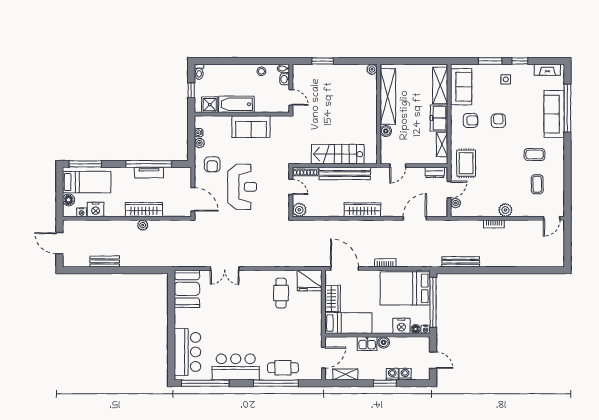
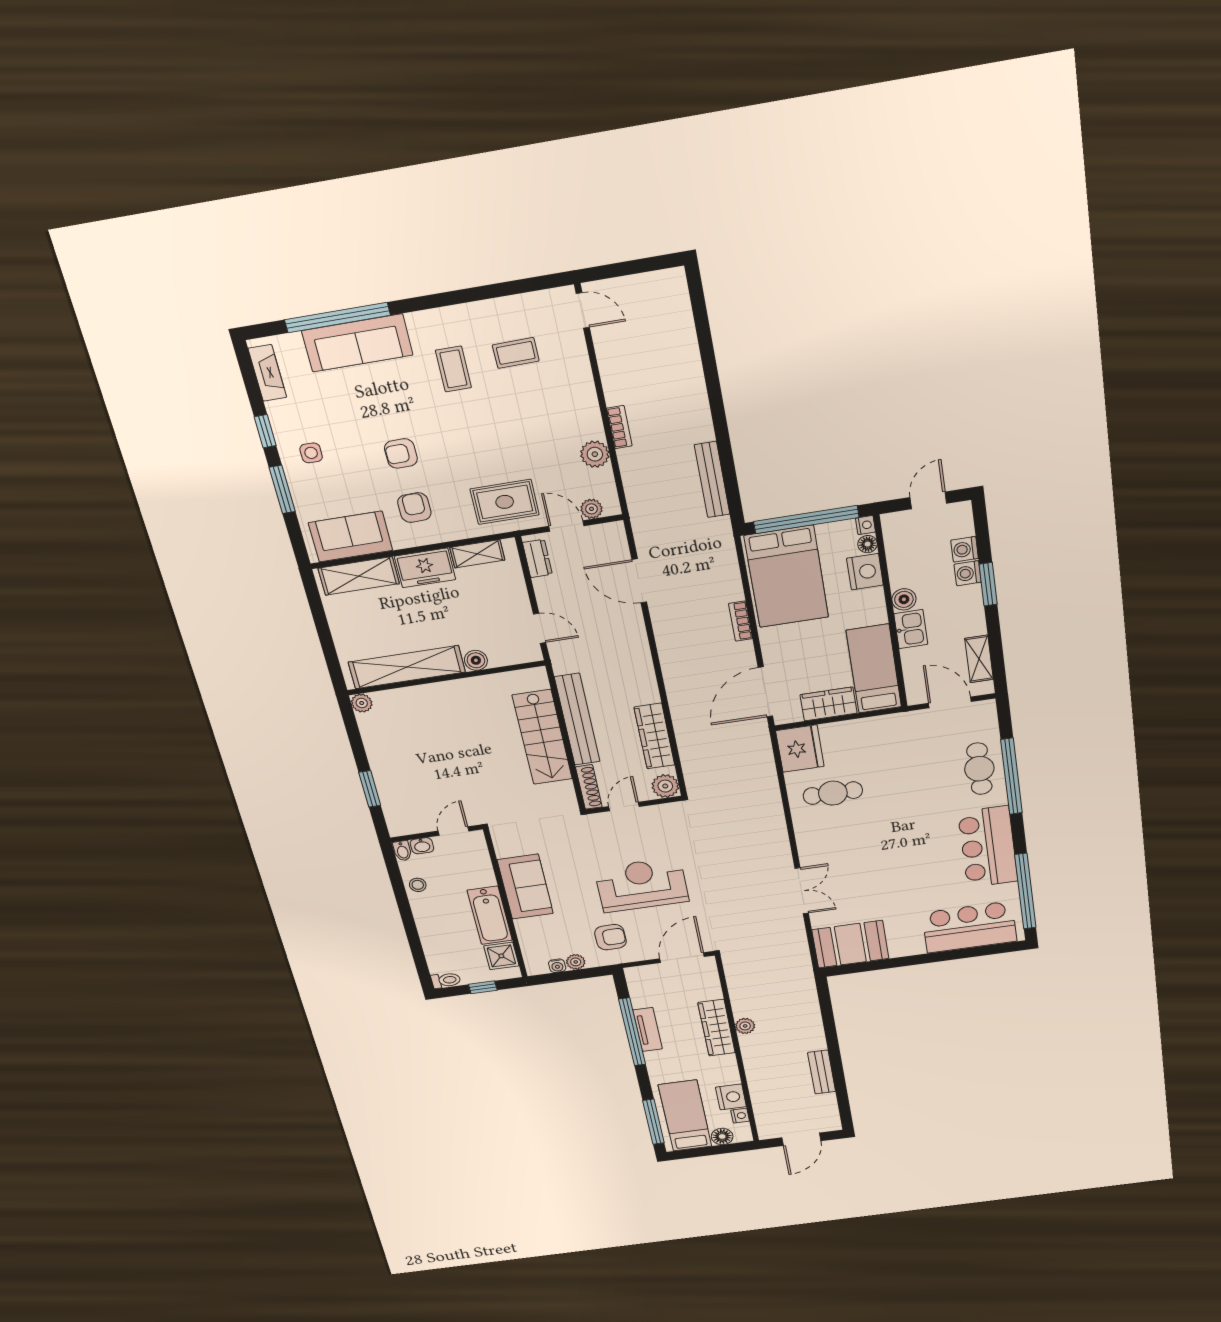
wardrobe: (362, 210) -> (654, 736), moved
plant: (505, 210) -> (595, 454), moved

